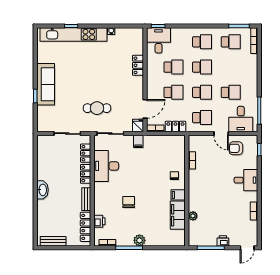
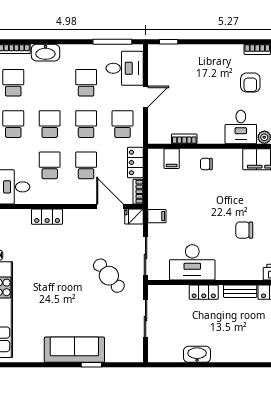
washbasin: (252, 64) -> (45, 53), added
cafe table: (97, 108) -> (109, 276), turned -40
armchair: (236, 148) -> (250, 83), moved
locker: (86, 153) -> (174, 292), removed
desk: (246, 180) -> (241, 127), moved, turned 180
washbasin: (42, 190) -> (197, 354), moved
filing cabinet: (178, 195) -> (172, 159), moved

